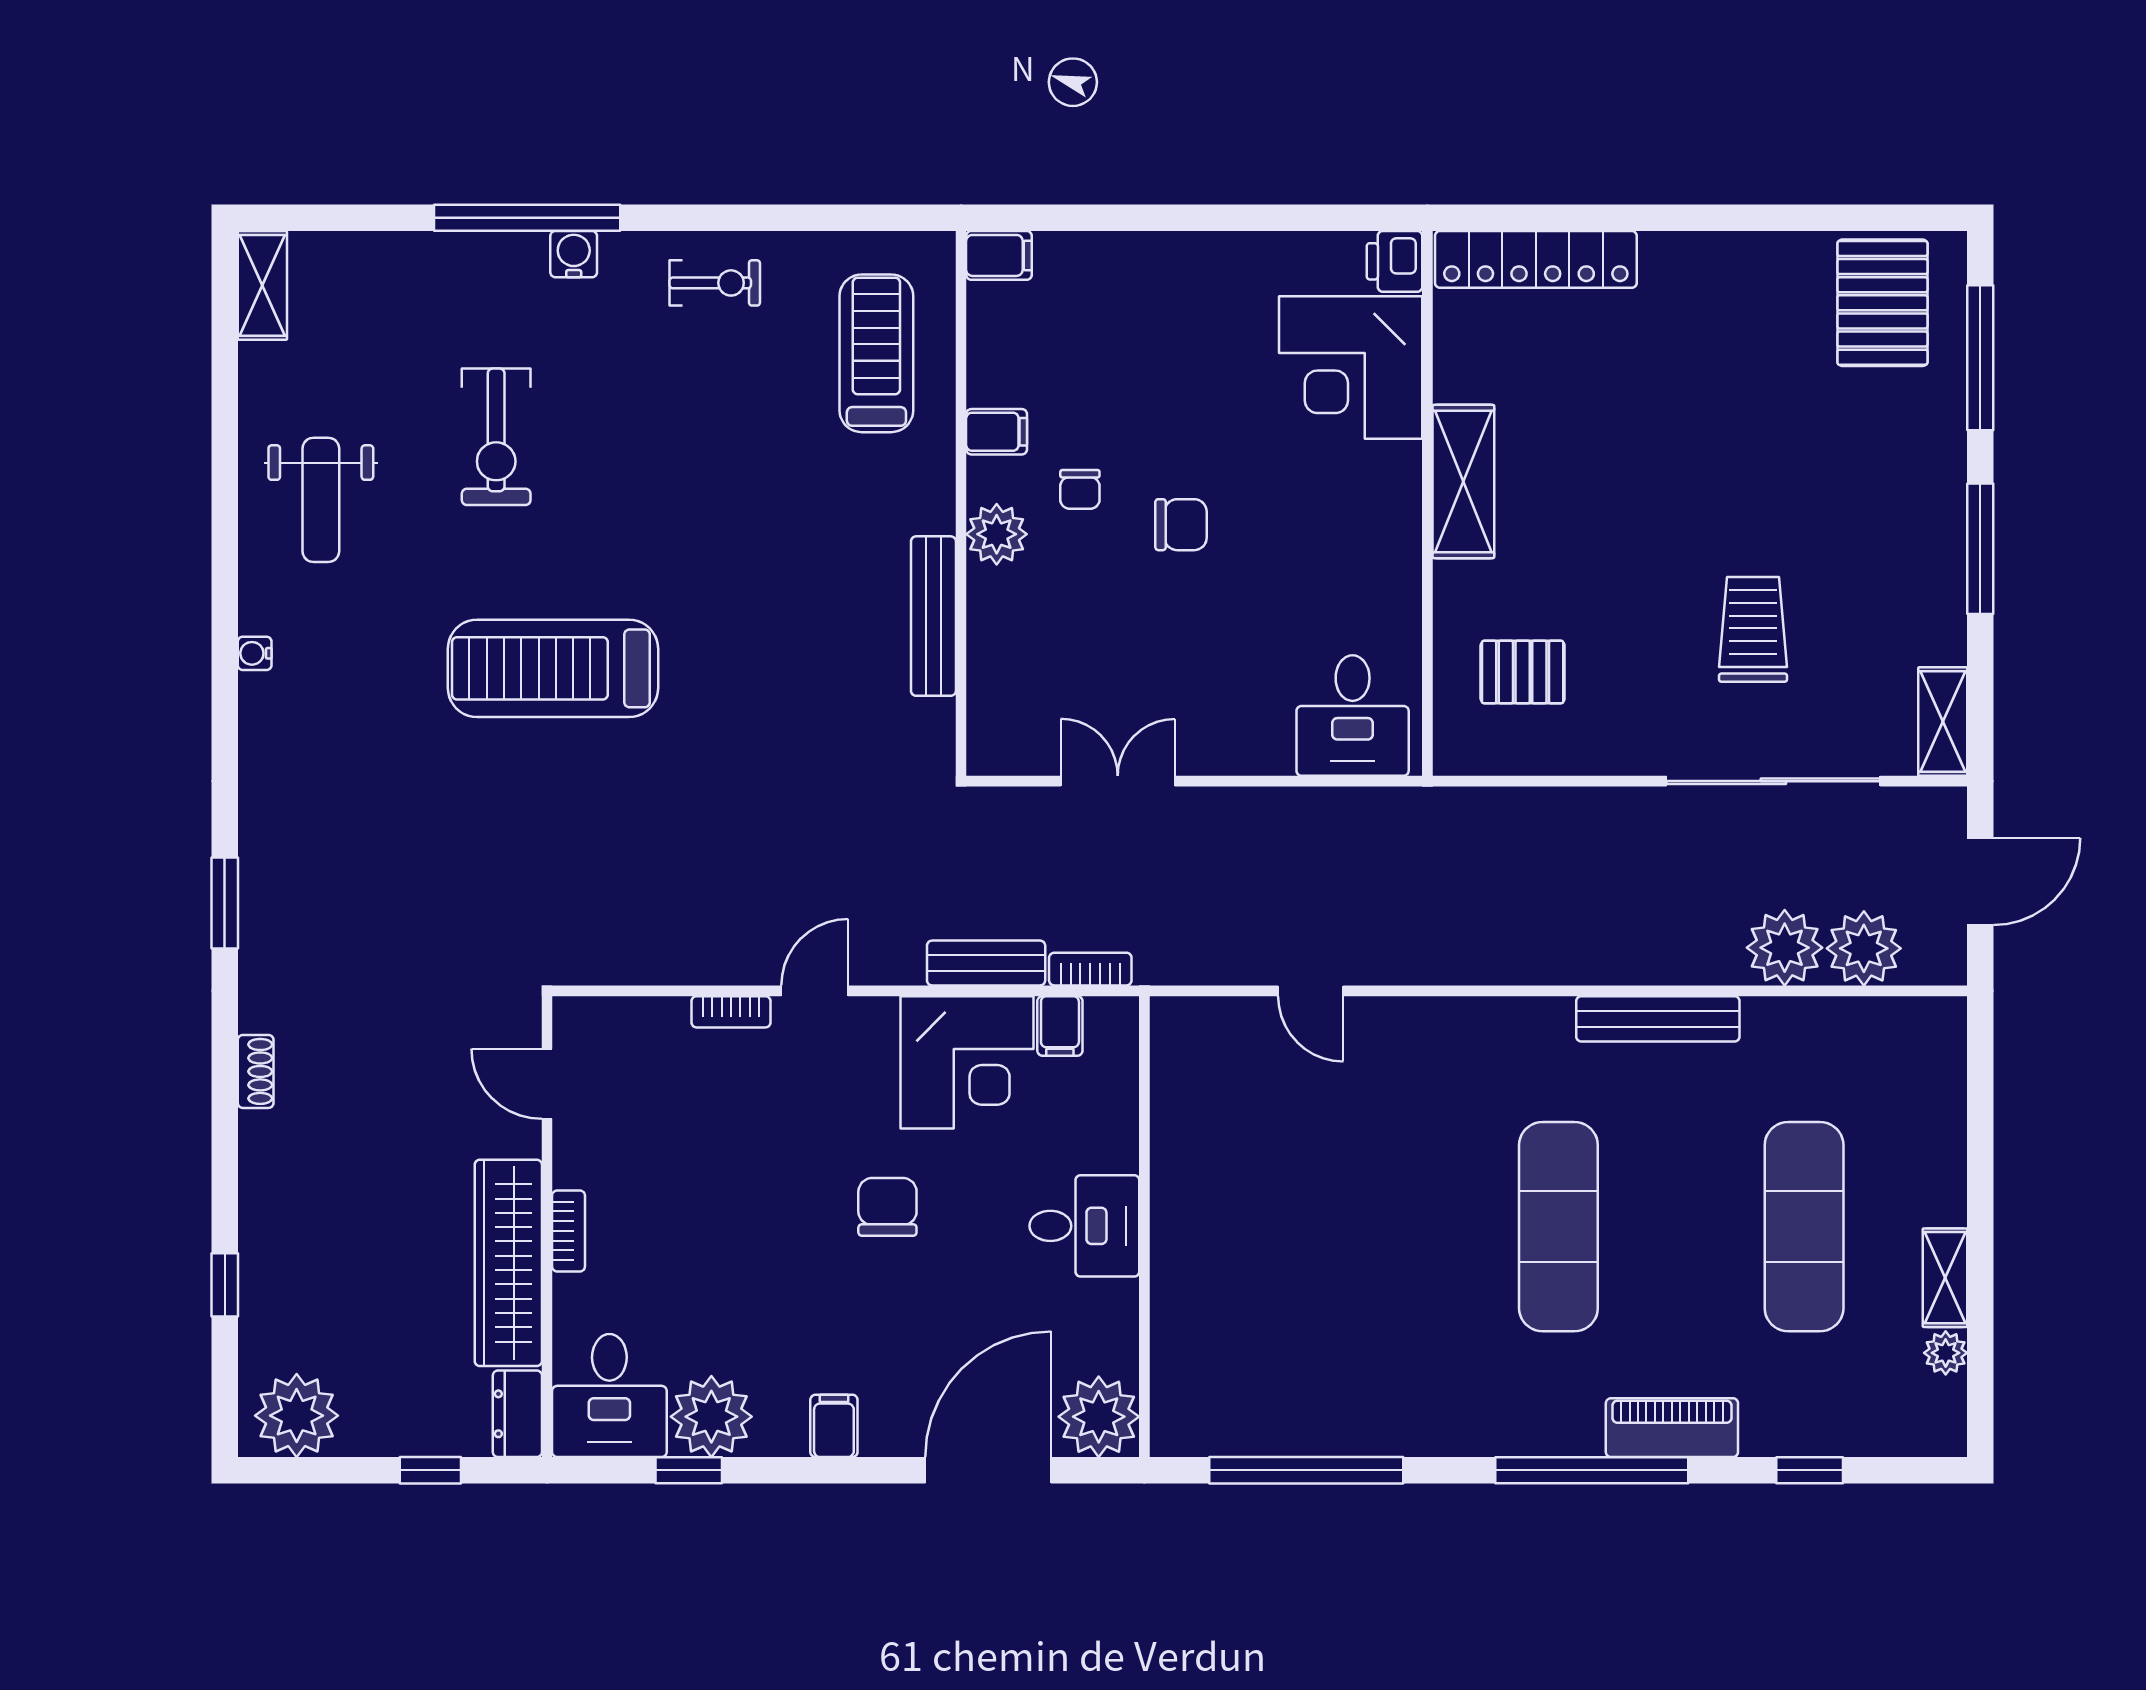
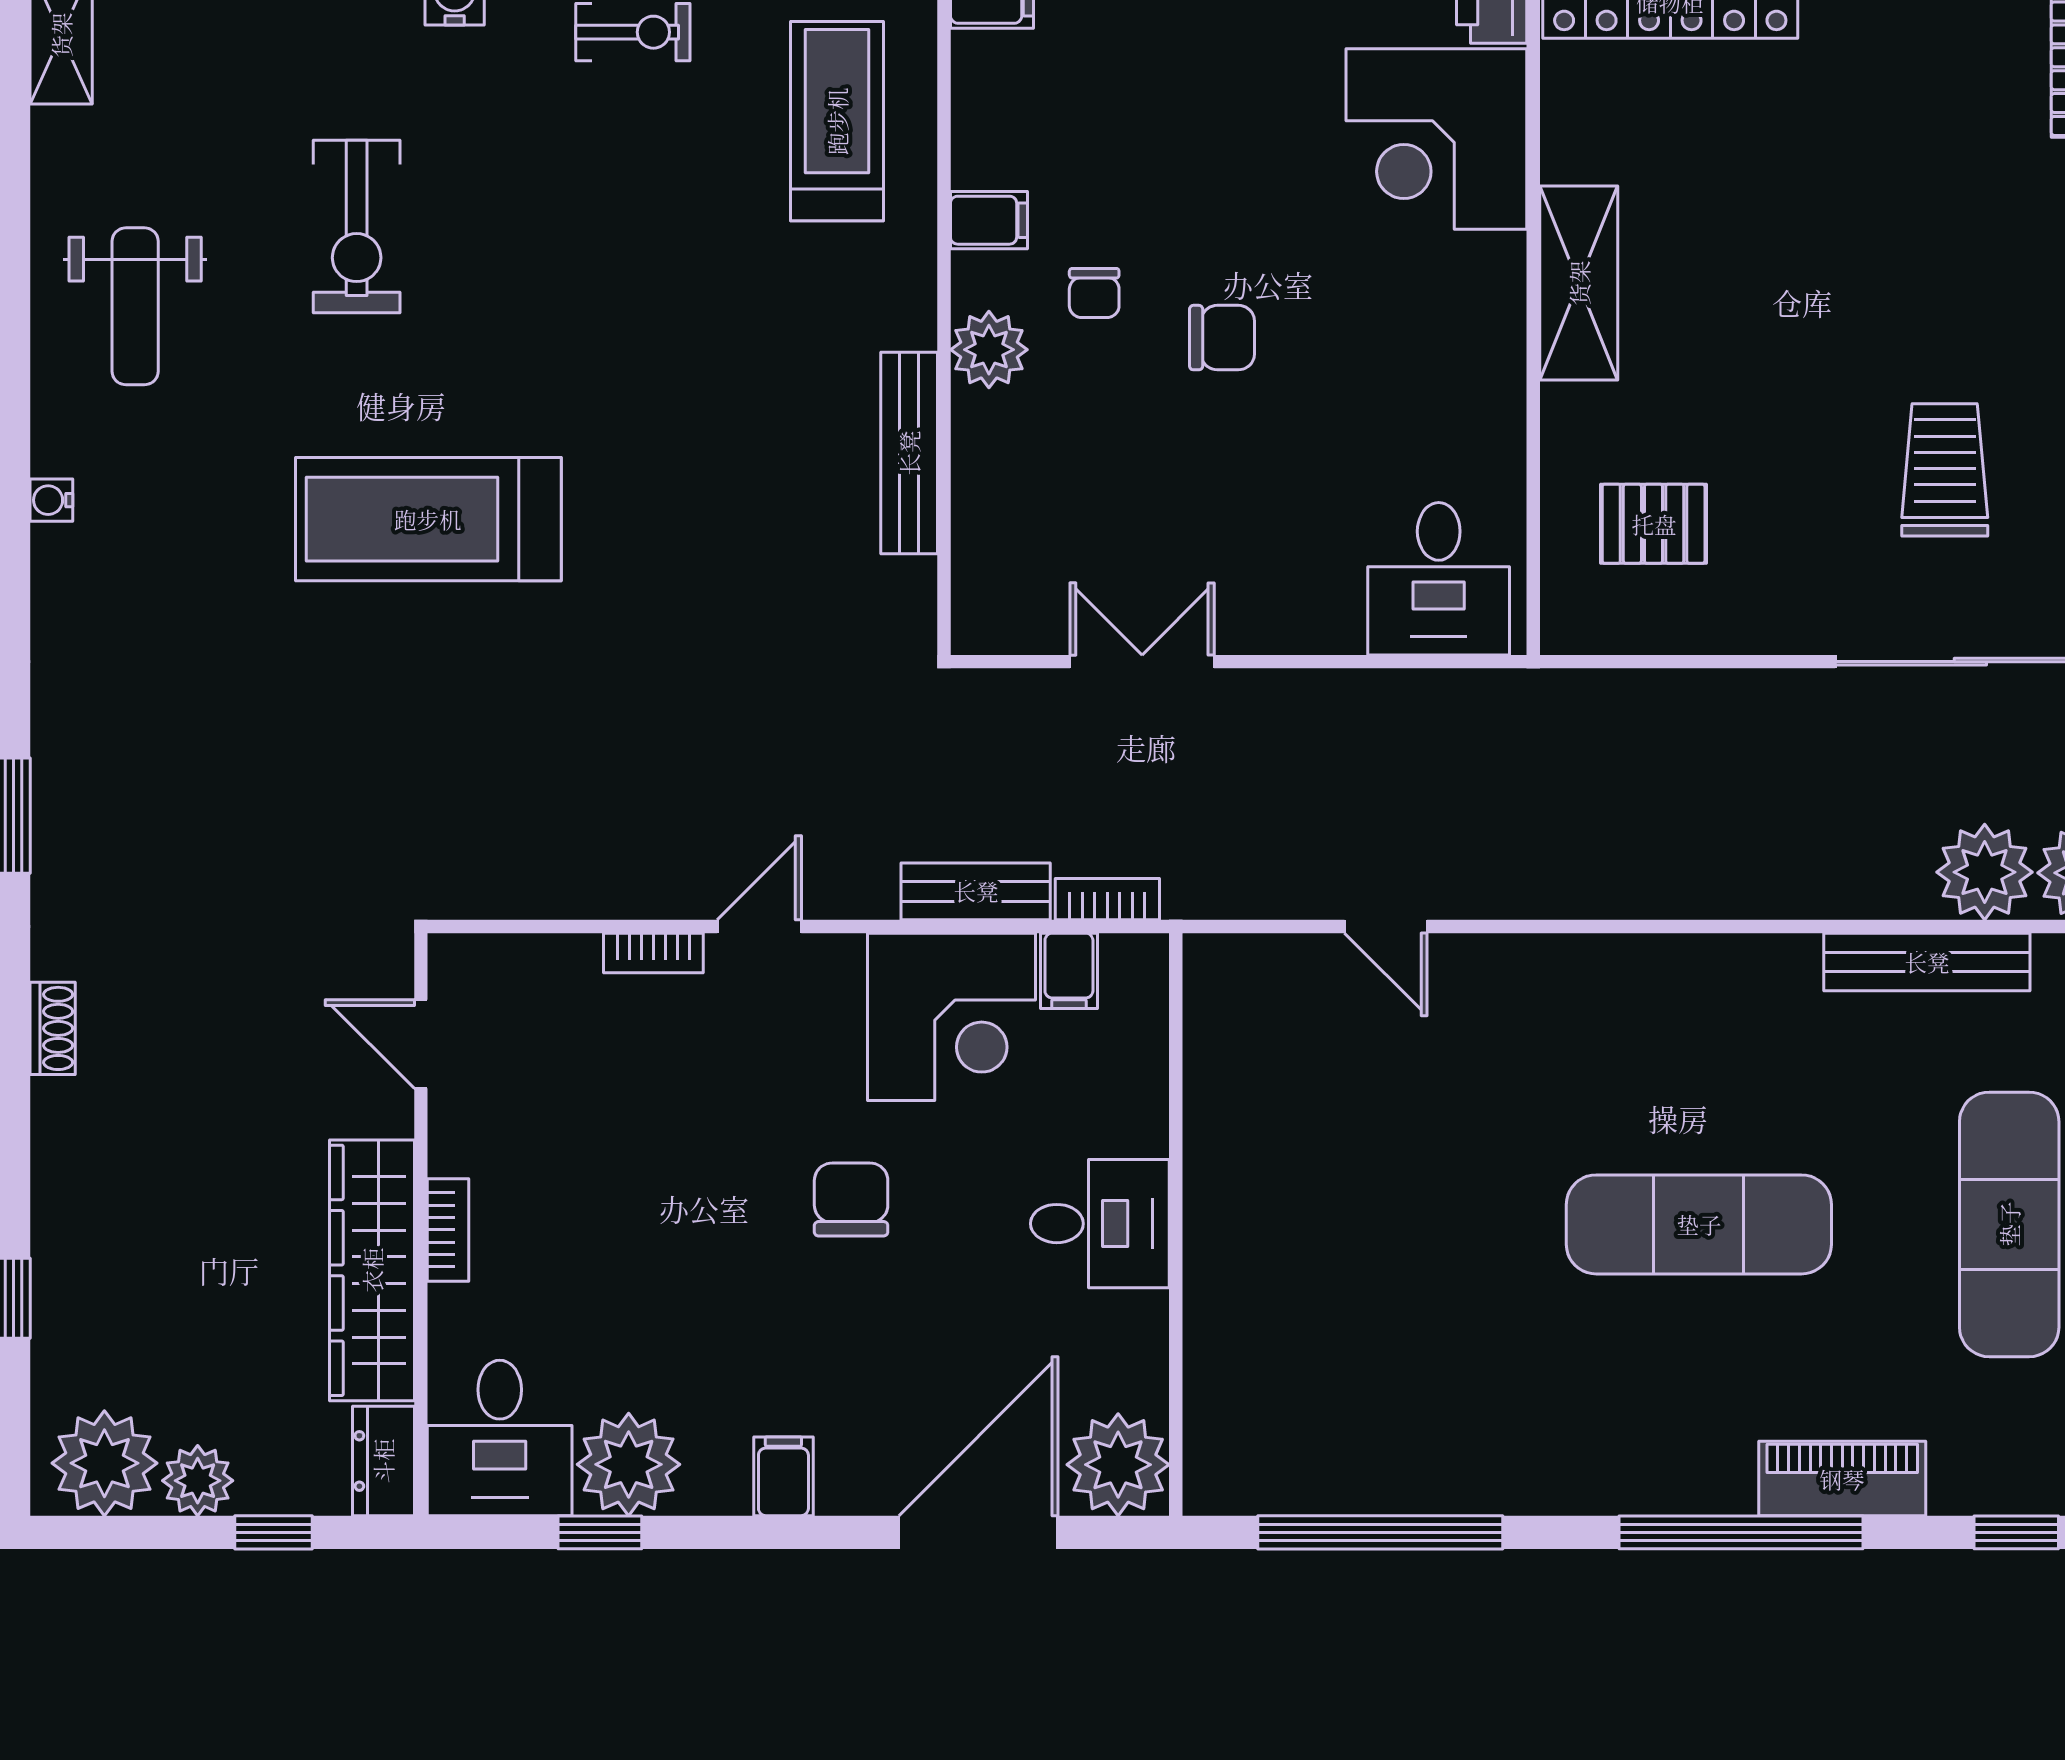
bench: (1658, 1019) -> (1927, 962), moved
exercise mat: (1558, 1227) -> (1699, 1224), turned 90
plant: (370, 1429) -> (198, 1481), added

